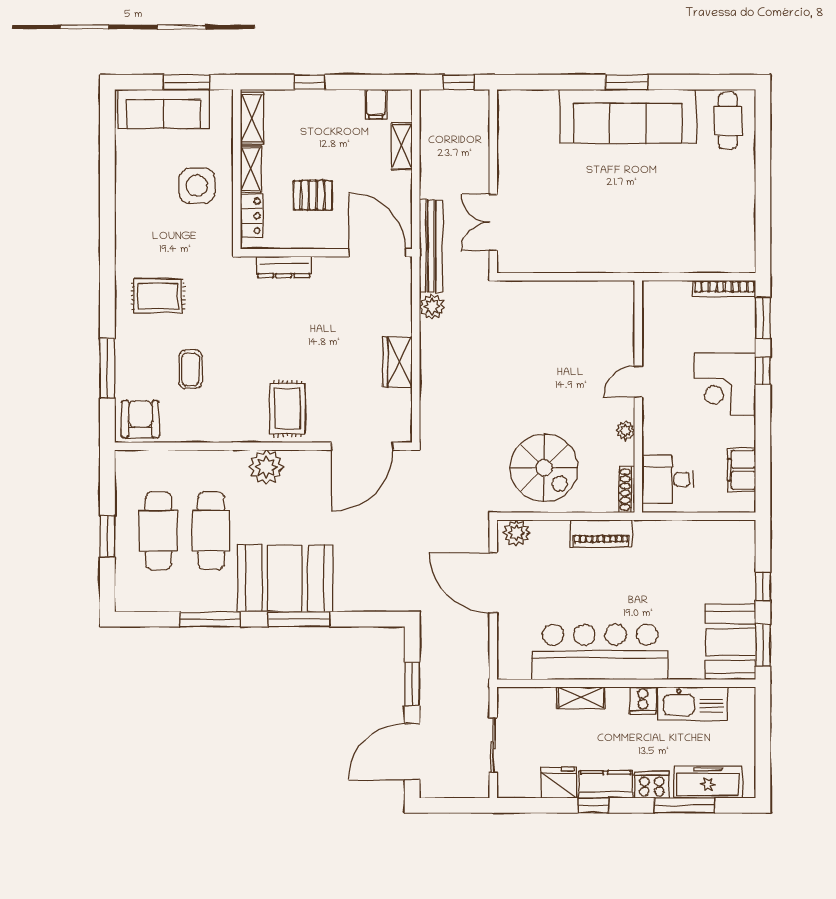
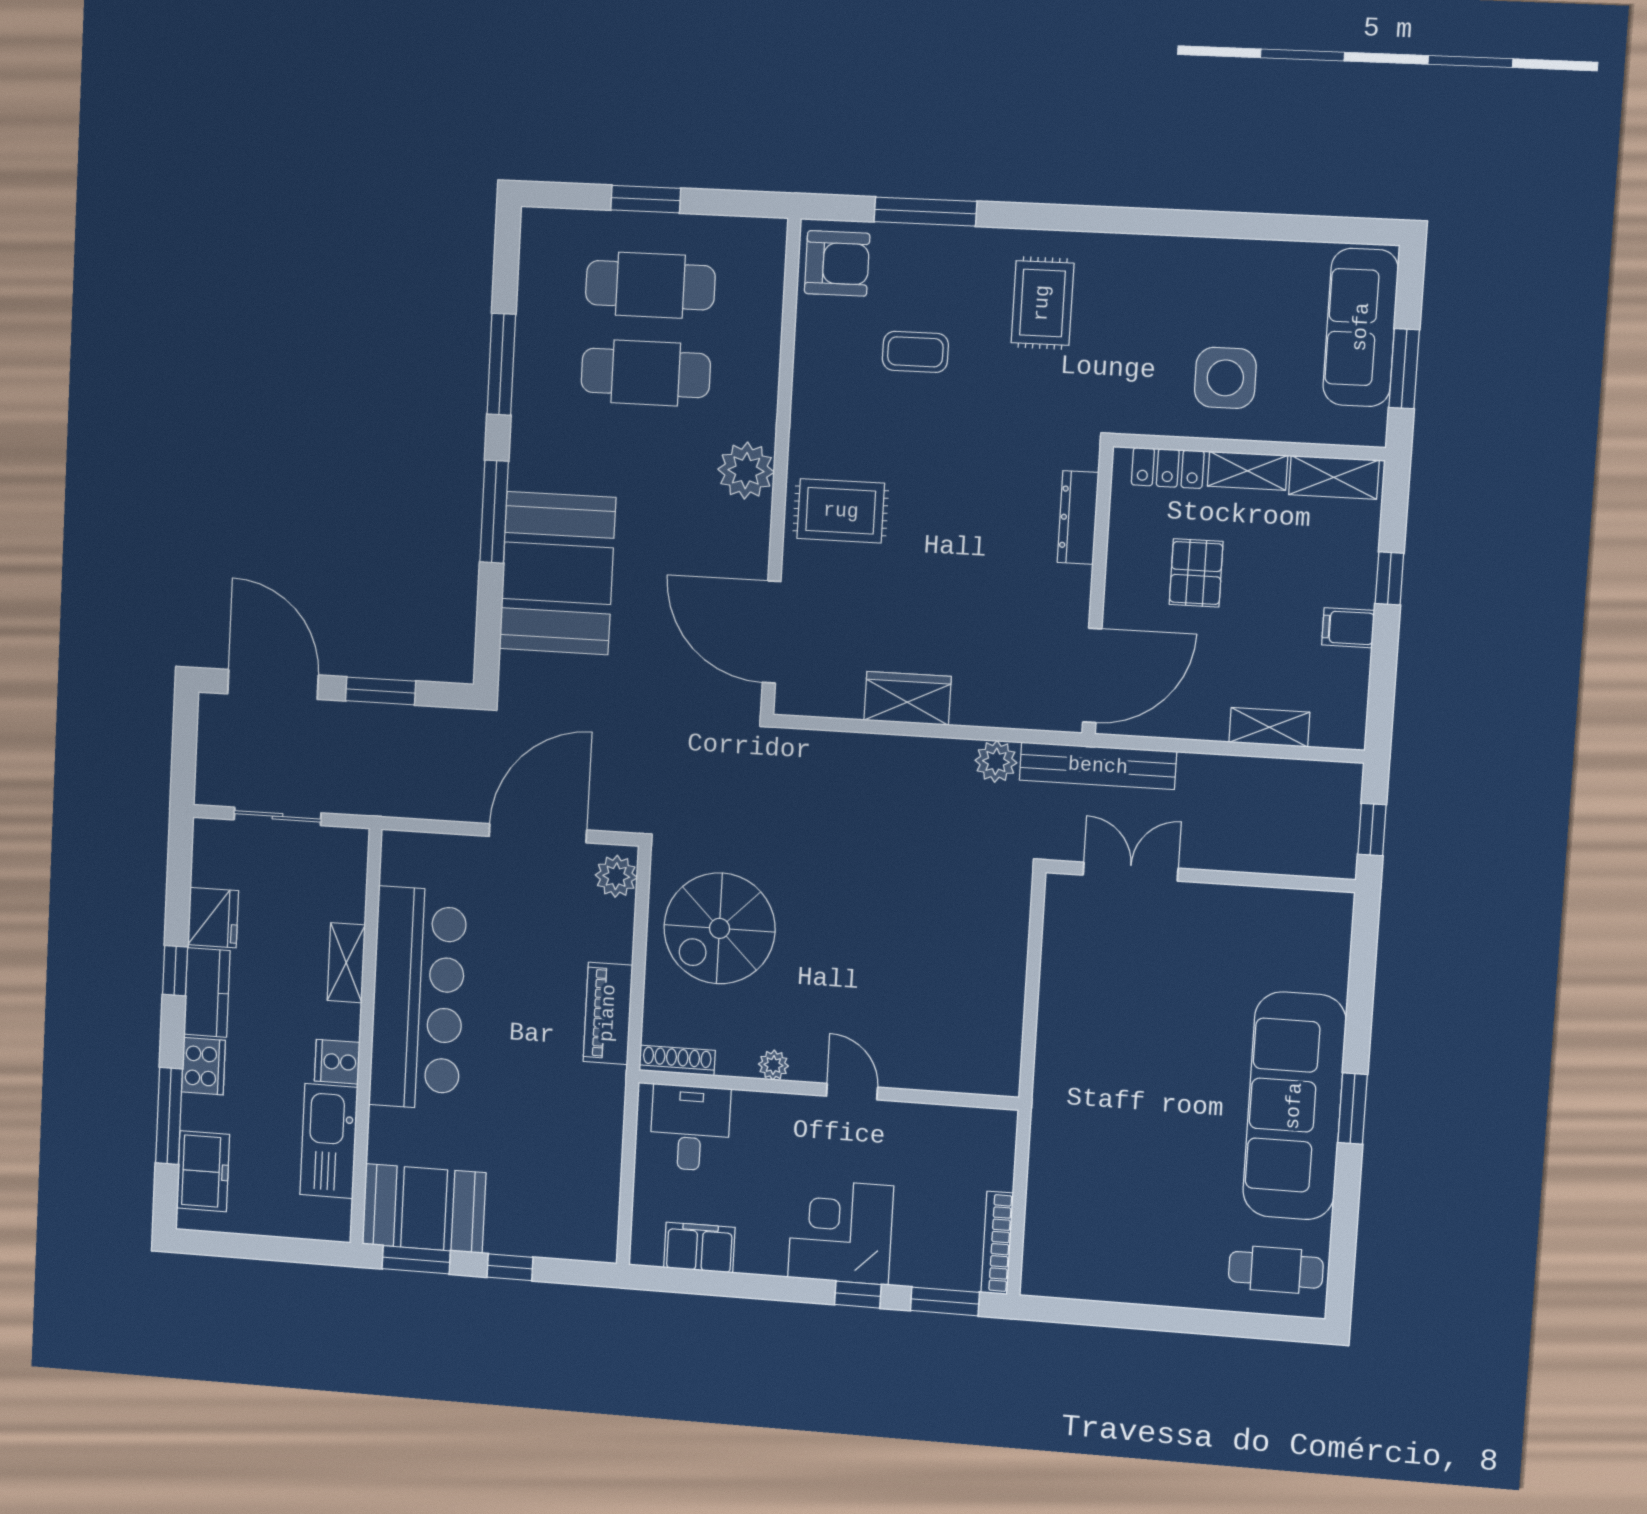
filing cabinet: (376, 104) -> (1348, 628), moved
booth: (285, 578) -> (557, 573), moved
freezer: (708, 782) -> (203, 1171), width x0.71

